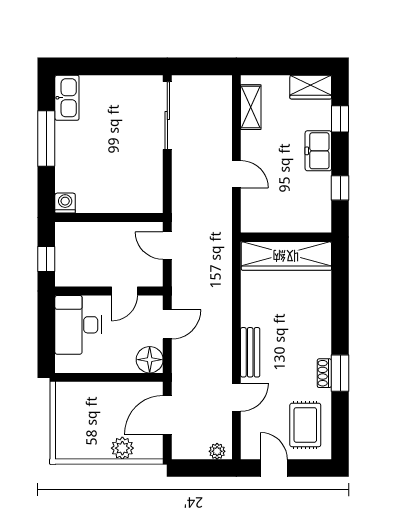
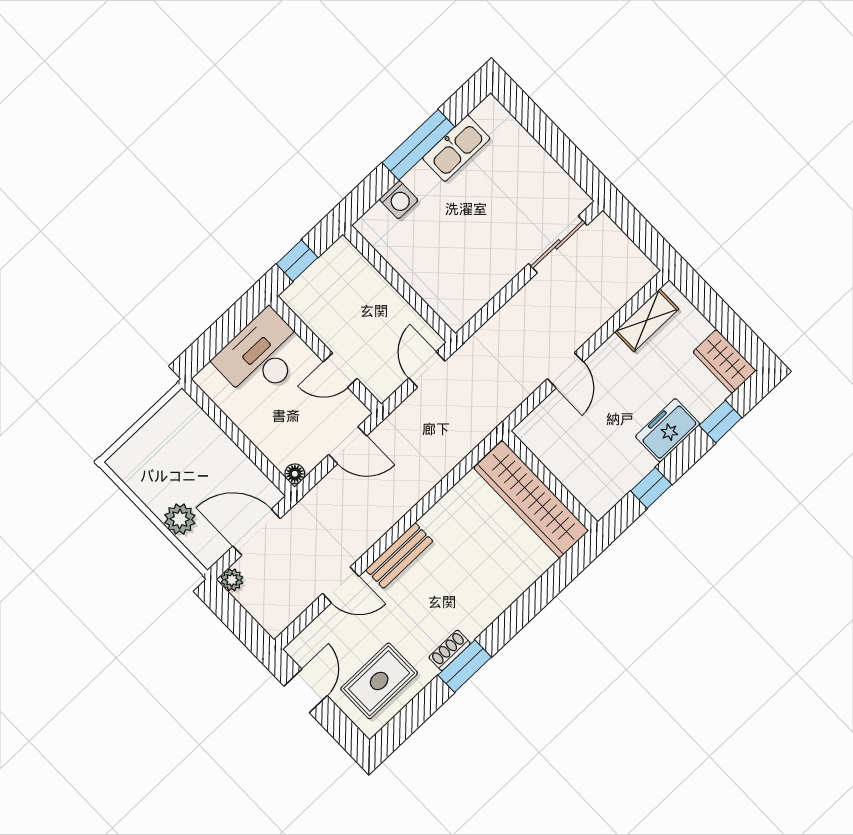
kitchen sink: (67, 98) -> (456, 148), moved
sliding door: (167, 116) -> (558, 244), width x0.73
washing machine: (65, 203) -> (399, 200), moved, turned 90
floor lamp: (150, 360) -> (295, 474), width x0.53, depth x0.53
plant: (217, 451) -> (232, 580), moved

